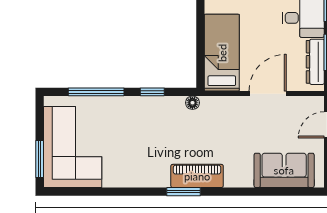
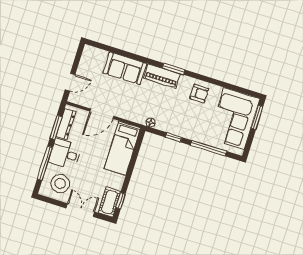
armchair: (135, 168) -> (199, 93), added
sofa: (284, 170) -> (125, 68), moved

